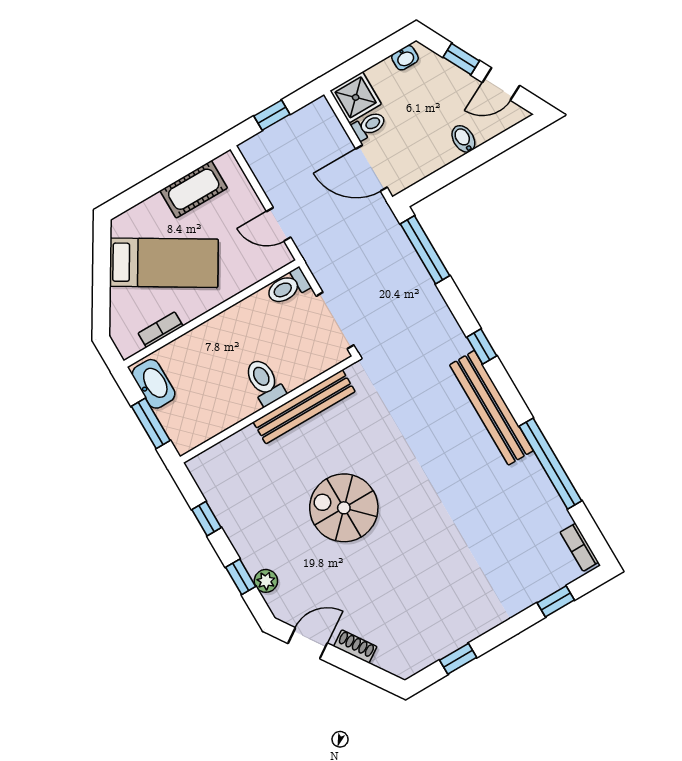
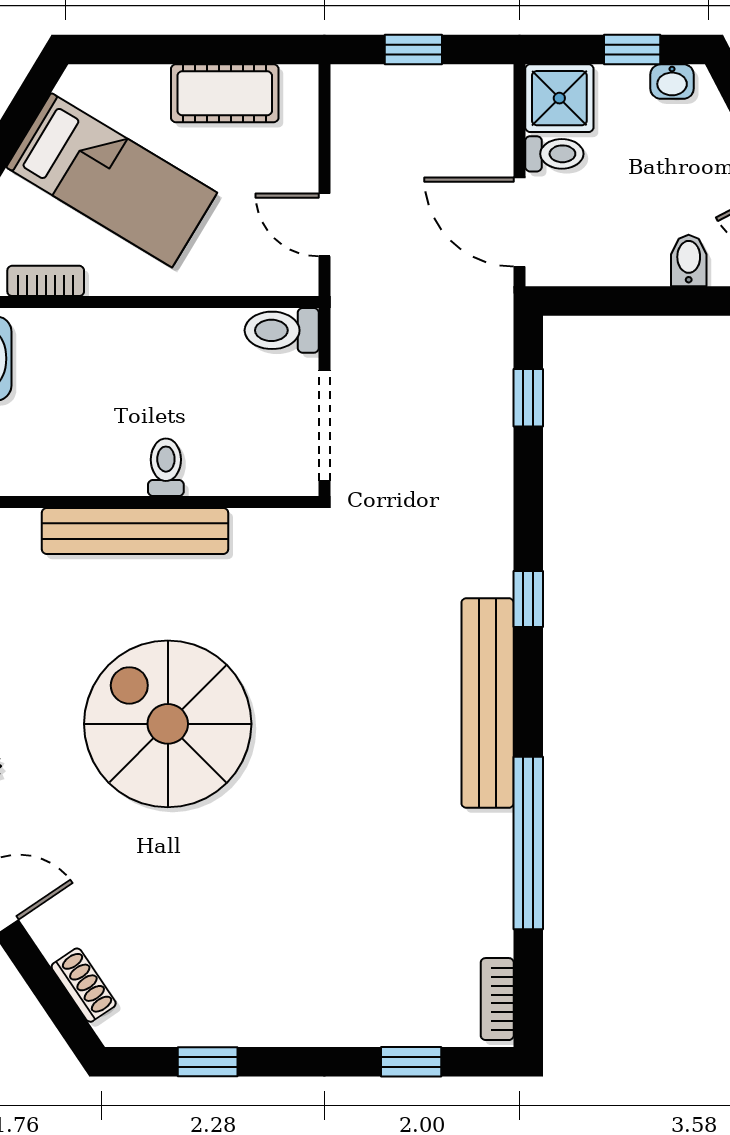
window: (377, 54) -> (632, 49), added
window: (425, 250) -> (528, 398), width x0.46
toilet: (264, 382) -> (166, 467), width x0.73, depth x0.72
bench: (304, 407) -> (135, 531), moved
spiral stairs: (344, 508) -> (168, 724), width x1.37, depth x1.37
shoe rack: (355, 647) -> (84, 985), moved

